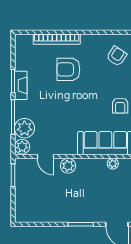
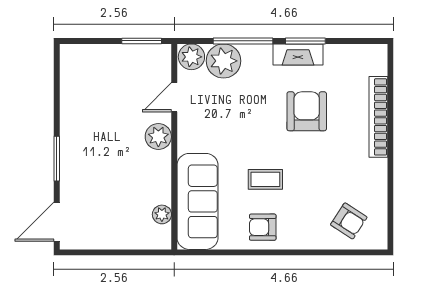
armchair: (68, 69) -> (307, 111), moved
coffee table: (93, 104) -> (265, 179), added

